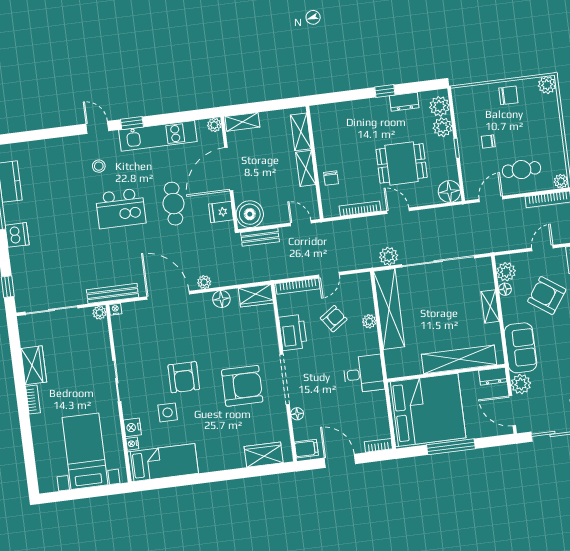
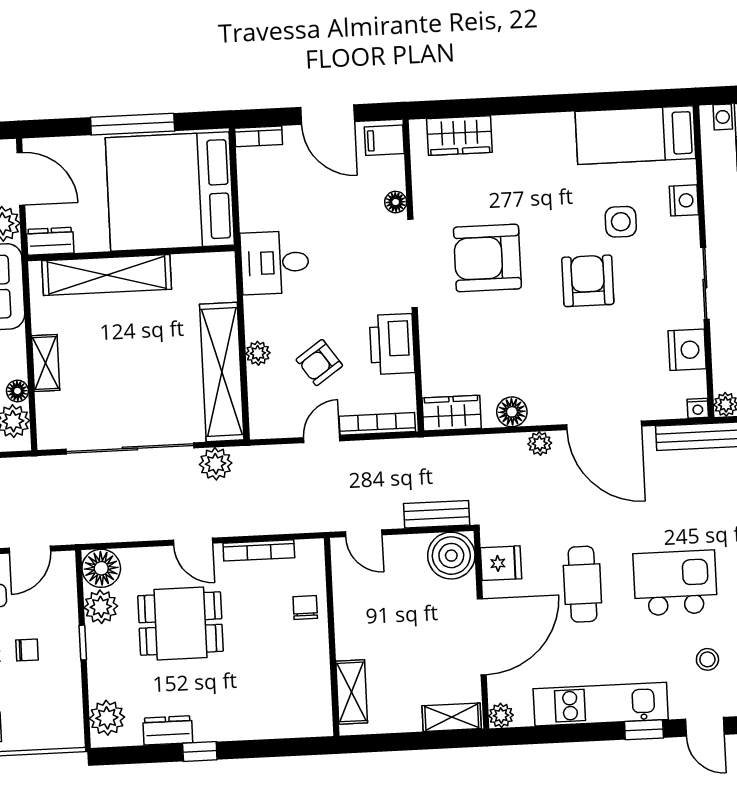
plant: (443, 127) -> (101, 607), moved
shelving: (306, 168) -> (348, 628), removed
nightstand: (132, 444) -> (687, 350), moved, width x1.89, depth x1.79

